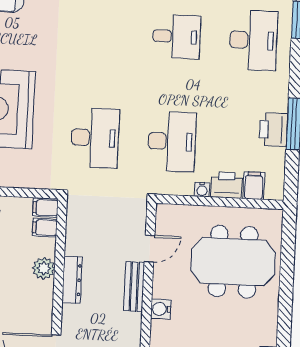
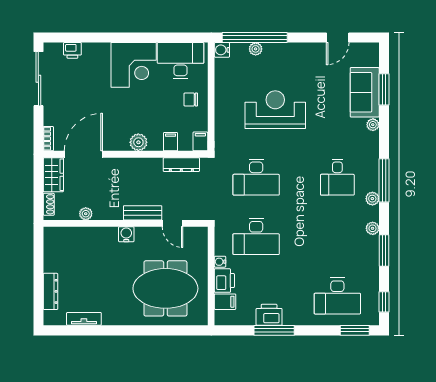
desk: (177, 37) -> (337, 177), moved
filing cabinet: (45, 228) -> (171, 142), moved
meeting table: (233, 262) -> (165, 288), turned 90
plant: (44, 268) -> (138, 142), moved
dresser: (72, 280) -> (181, 165), moved

